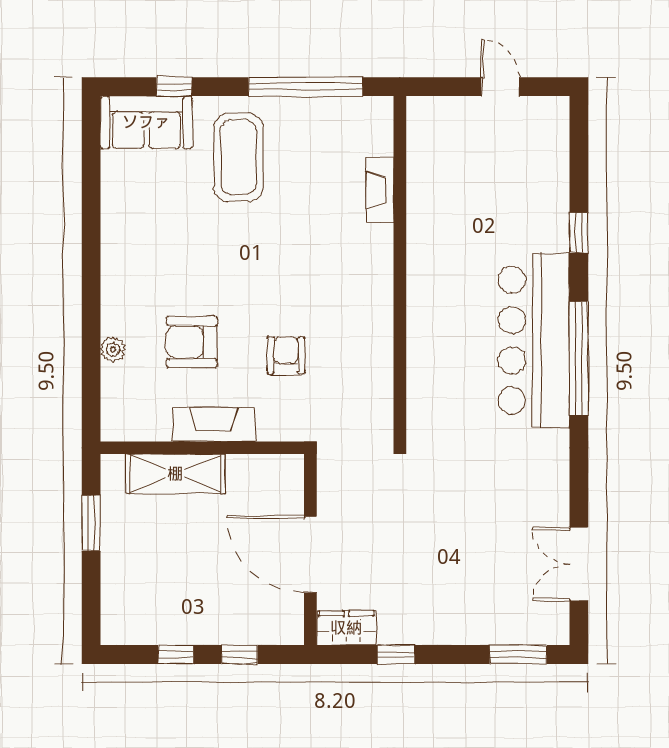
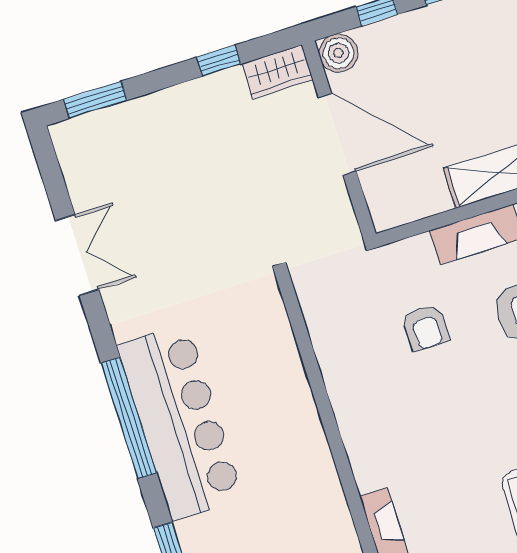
double door: (579, 564) -> (77, 255), moved
boiler: (286, 627) -> (338, 53), added

